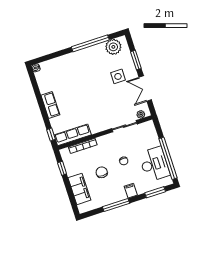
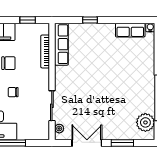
side table: (118, 76) -> (110, 117), removed
row of seats: (50, 105) -> (130, 30), moved
window: (51, 134) -> (90, 20), moved

